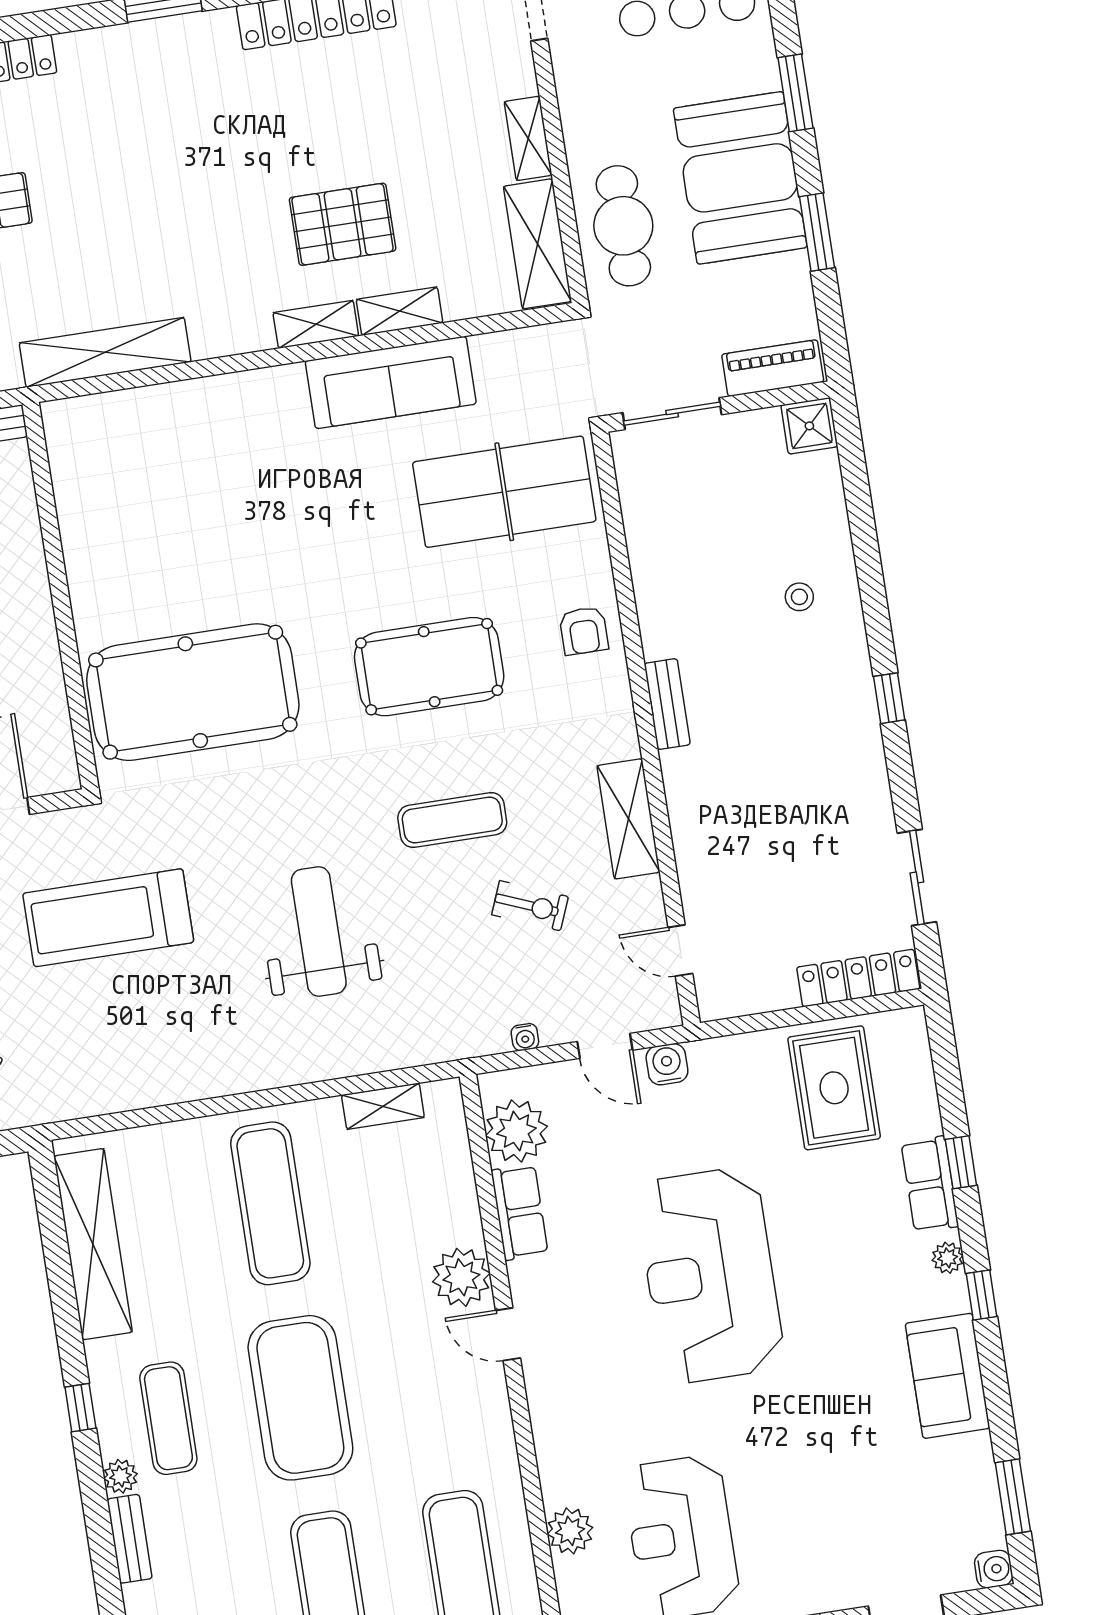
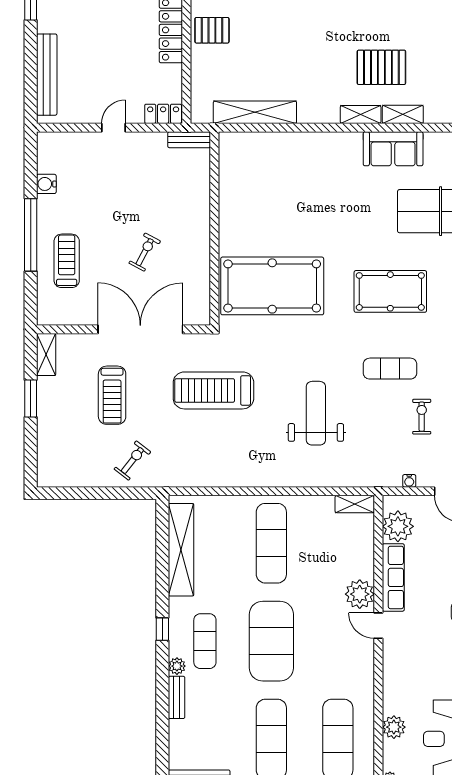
sofa: (391, 382) -> (393, 149), width x0.73
exercise bike: (530, 906) -> (422, 417), turned -112
shelving: (383, 1106) -> (355, 504), moved
row of seats: (519, 1212) -> (393, 577), width x1.48

